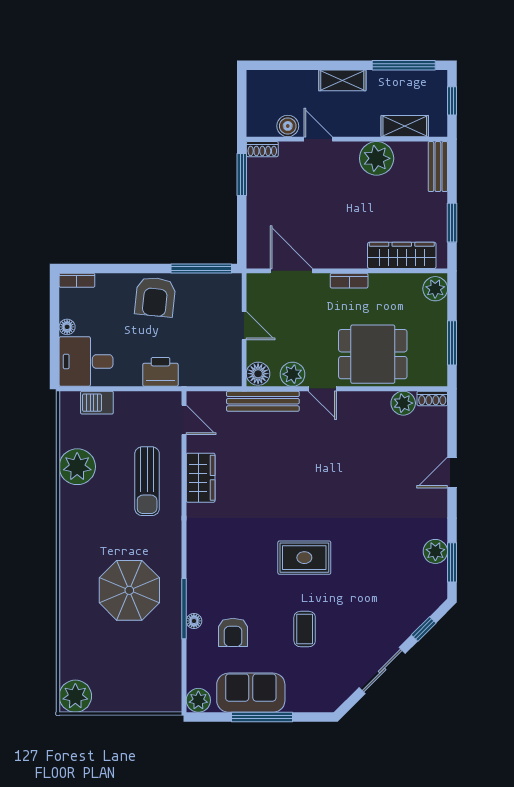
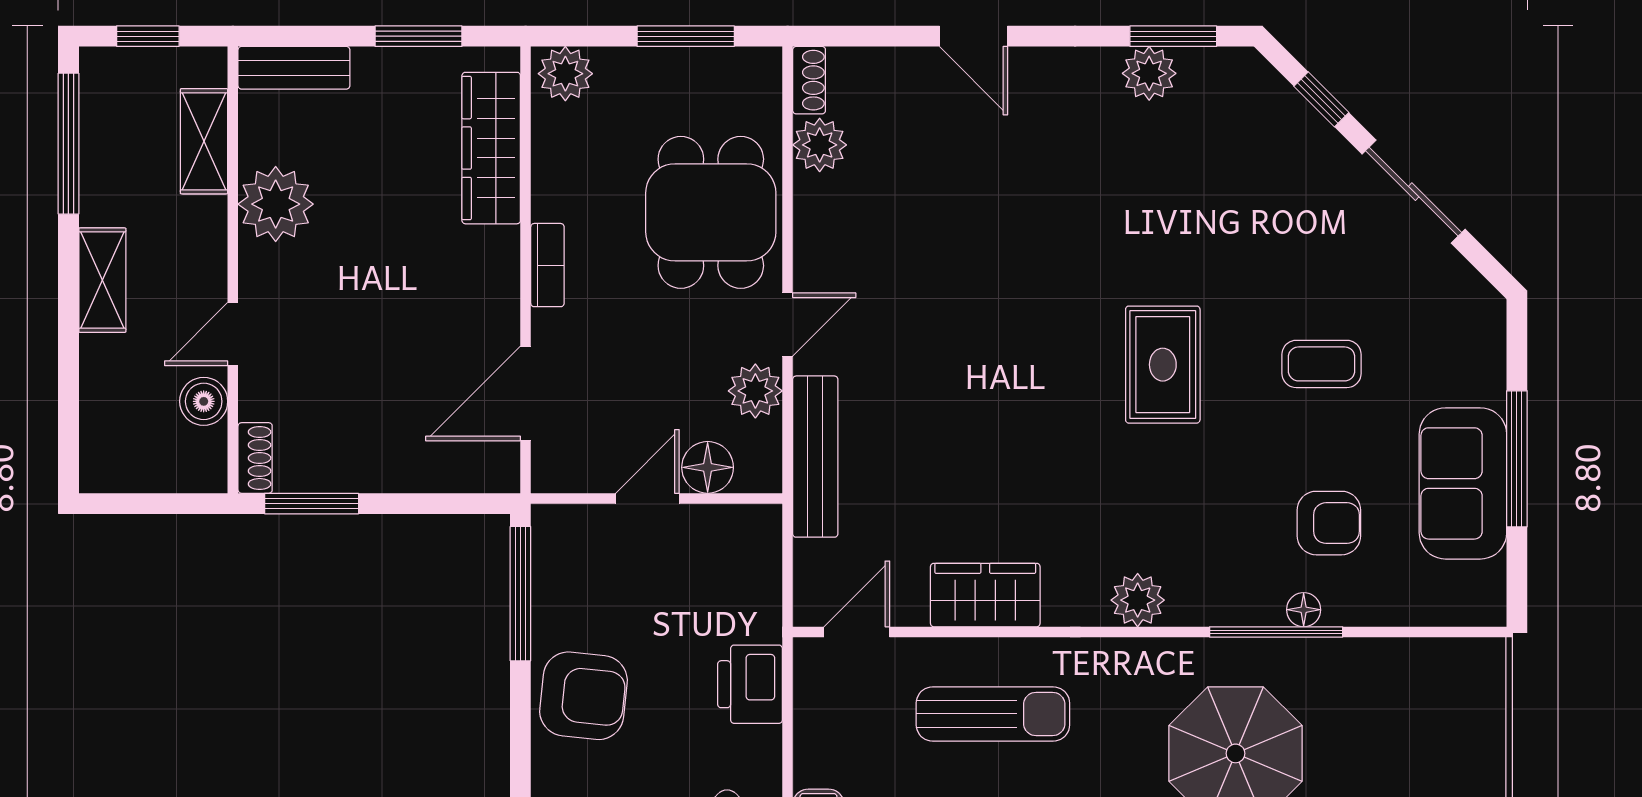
floor lamp: (258, 374) -> (708, 467), moved
plant: (198, 700) -> (1138, 600), moved

